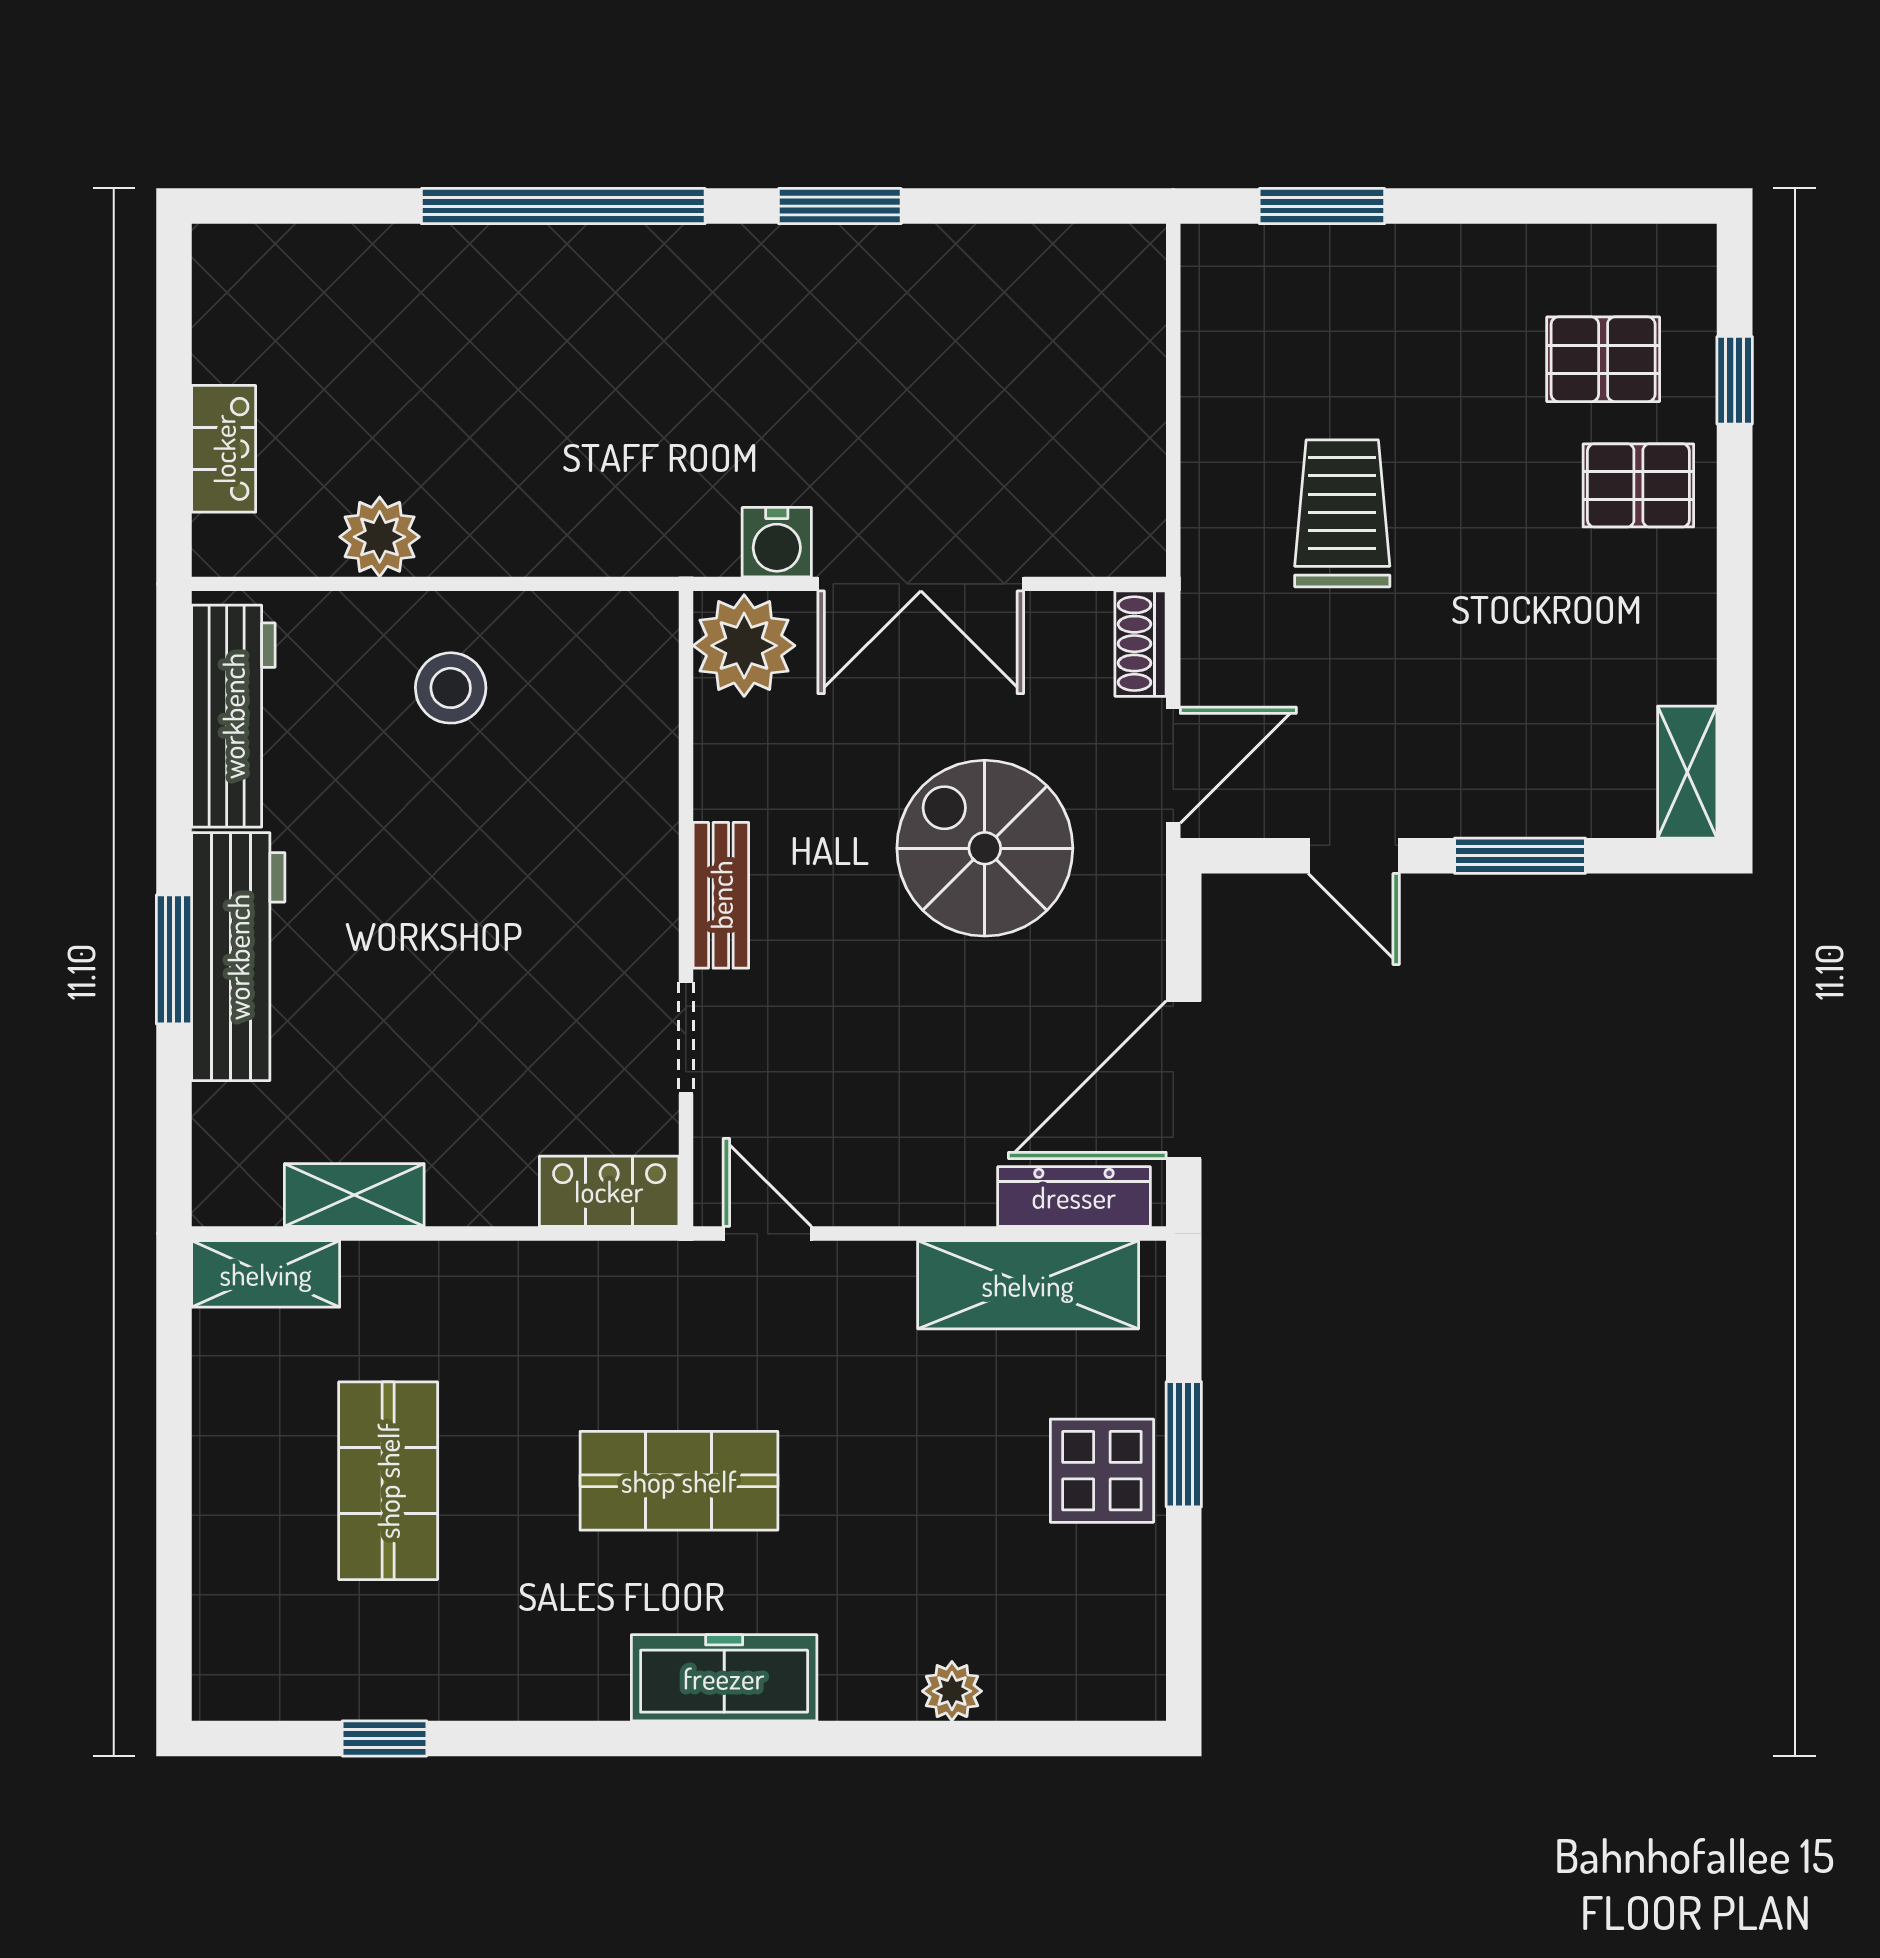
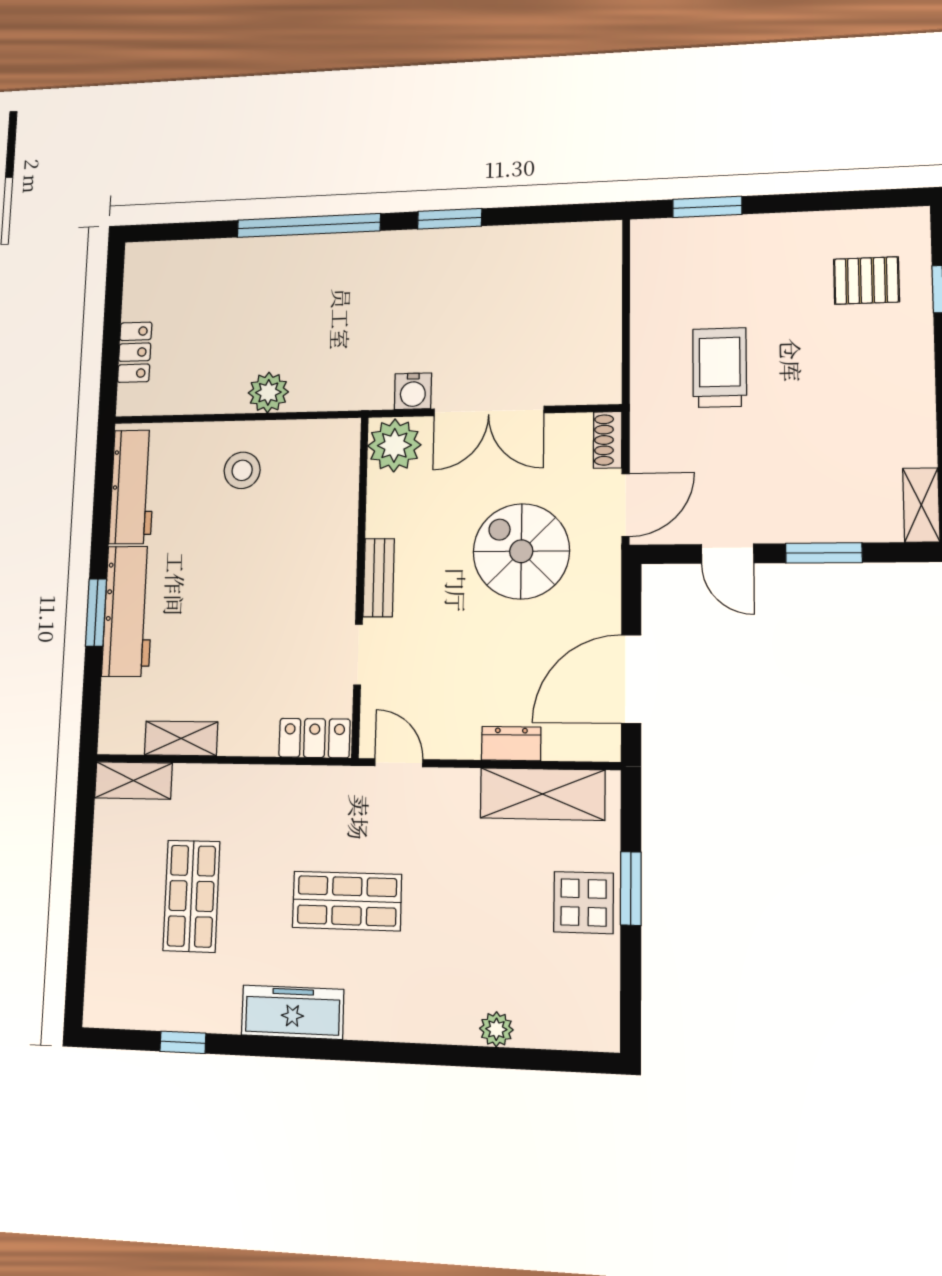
pallet: (1638, 485) -> (888, 348), removed
plant: (380, 537) -> (268, 392), moved
dresser: (1074, 1197) -> (511, 744), moved, width x0.70
freezer: (724, 1678) -> (292, 1012), moved

